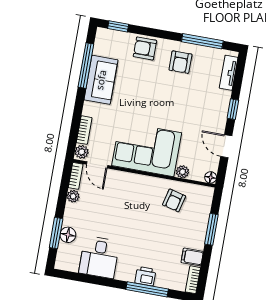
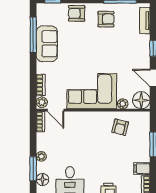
armchair: (180, 62) -> (106, 19), turned -90
floor lamp: (211, 177) -> (141, 100), width x1.89, depth x1.89
plant: (73, 196) -> (41, 156), moved
floor lamp: (68, 235) -> (43, 179), moved

